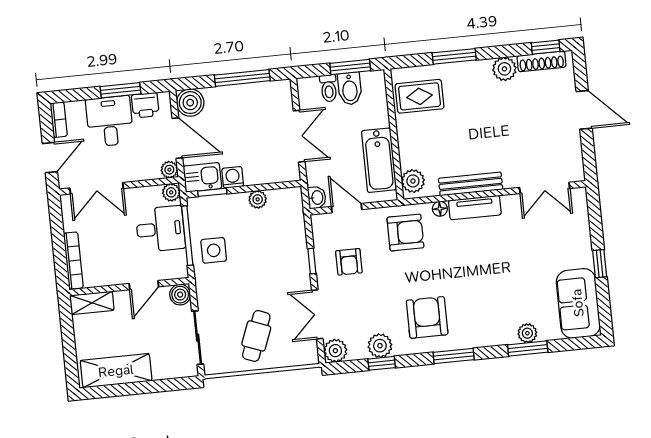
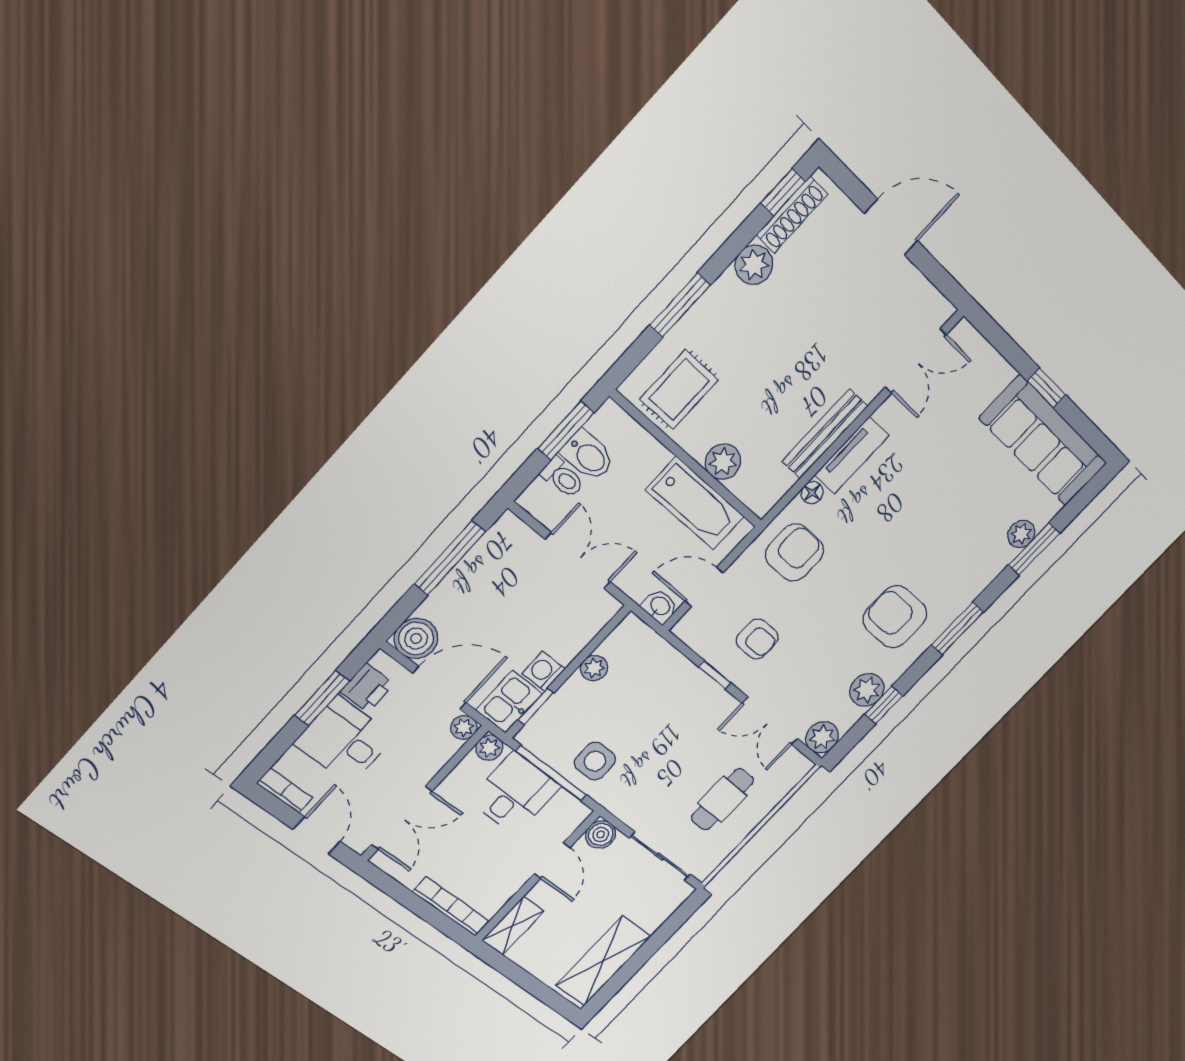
plant: (413, 181) -> (723, 462), moved
sofa: (578, 303) -> (1043, 441), width x1.36
cafe table: (256, 336) -> (722, 799), turned 69

